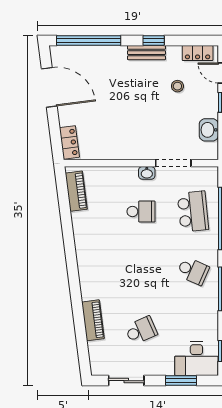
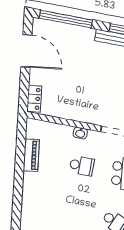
washbasin: (147, 173) -> (80, 133), moved
piano: (76, 191) -> (31, 155), moved

